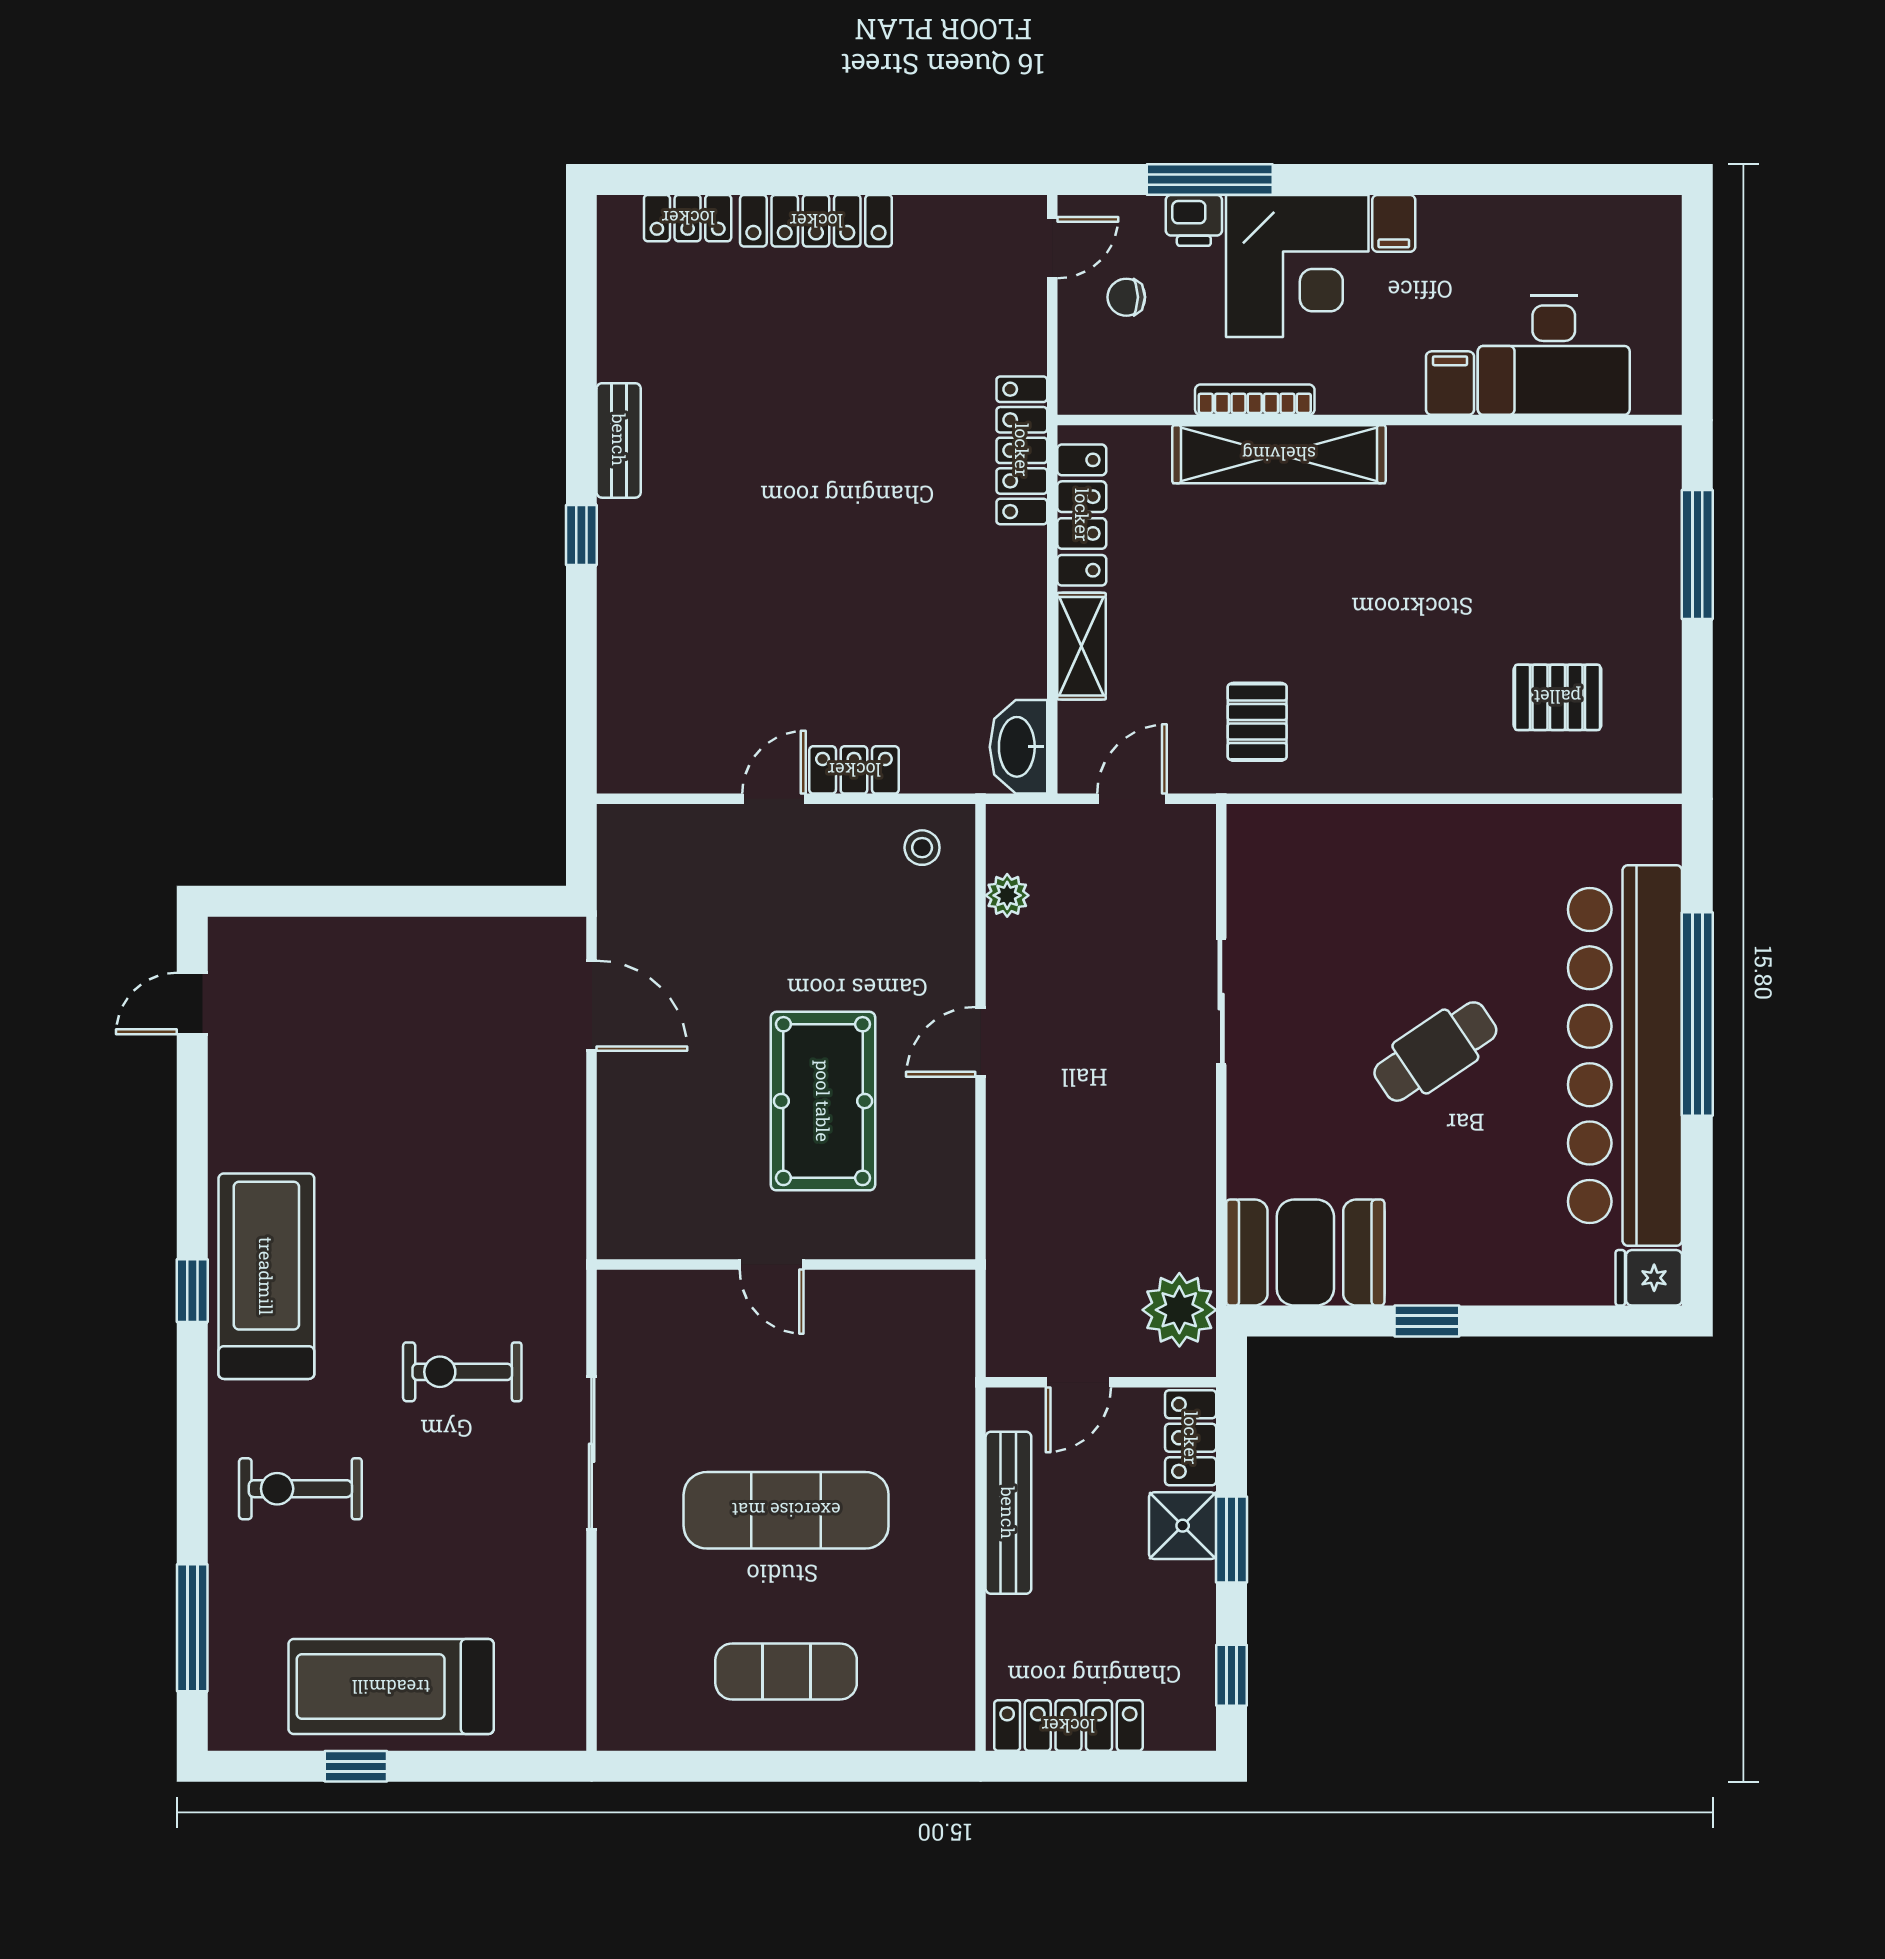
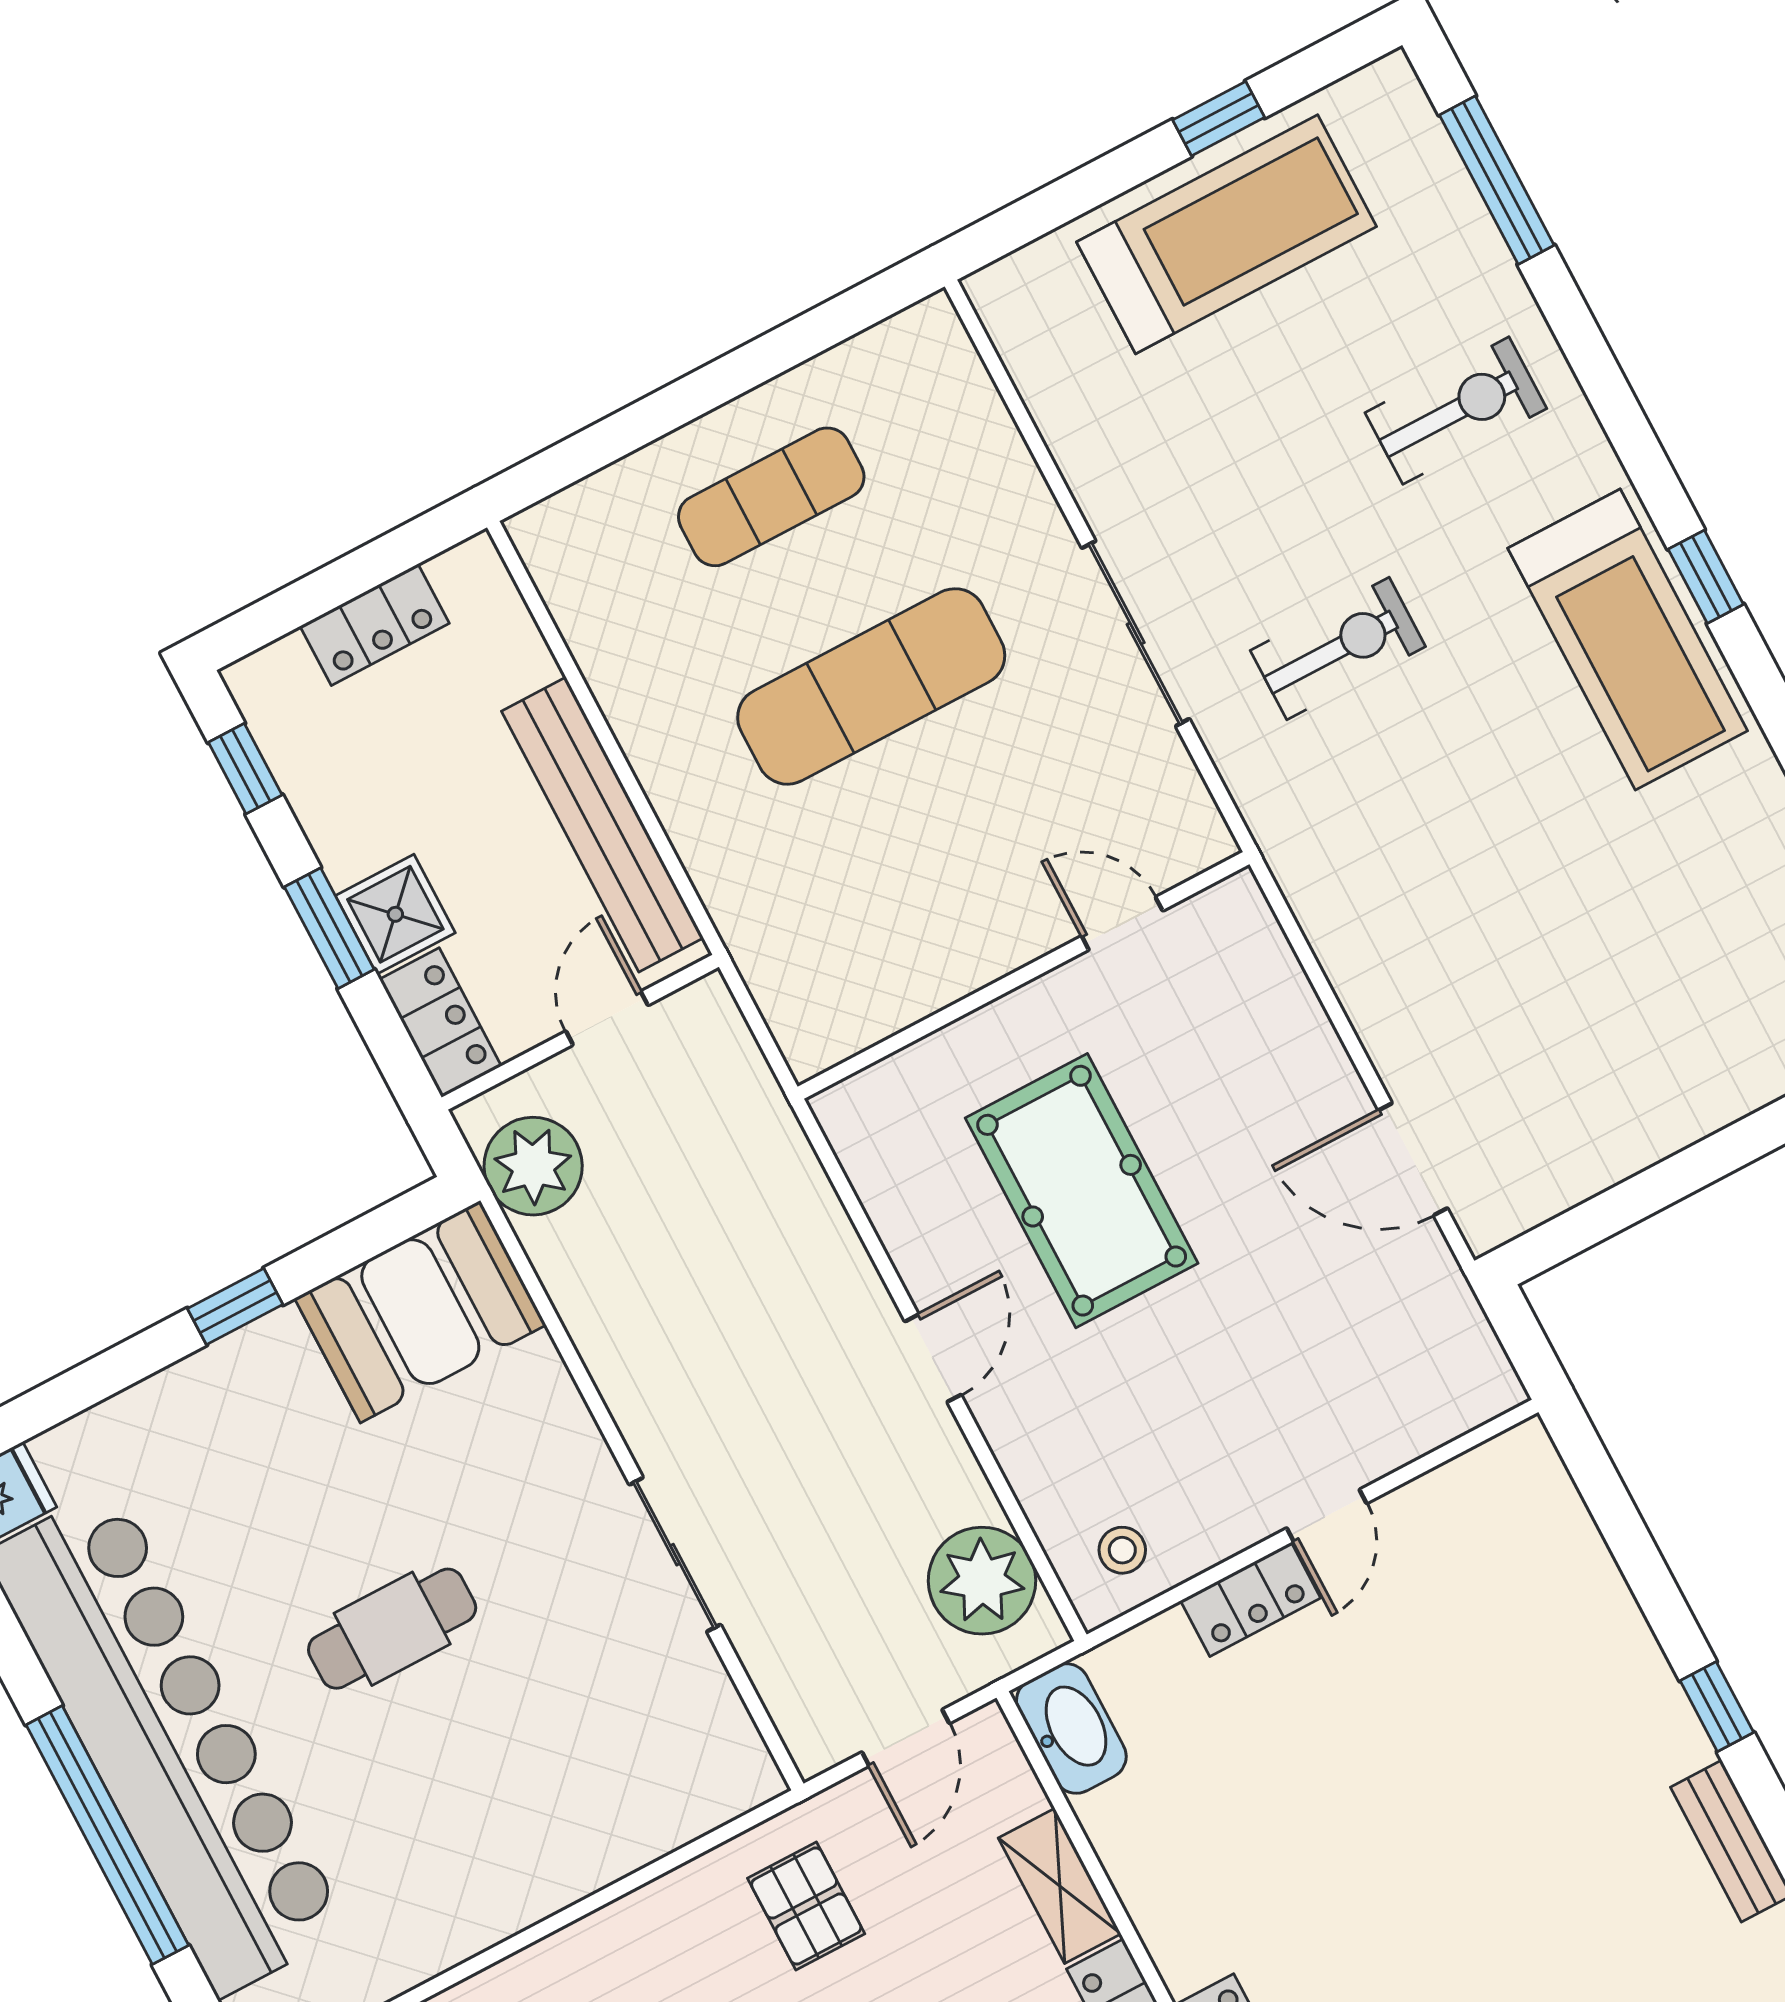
plant: (1007, 895) -> (982, 1581), width x1.87, depth x1.87
cafe table: (1435, 1052) -> (392, 1629), turned 34
door: (772, 1265) -> (1122, 923), moved
bench: (1008, 1513) -> (602, 824), width x1.37, depth x1.21
locker: (1068, 1726) -> (375, 625), width x0.66

